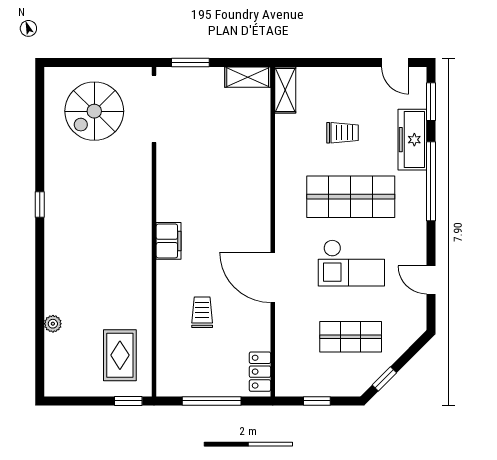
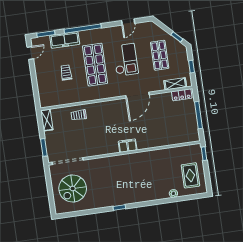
shelving: (285, 90) -> (175, 84), moved
spiral stairs: (94, 111) -> (73, 189), turned 90
trolley: (202, 312) -> (79, 115), moved
rug: (120, 355) -> (190, 175), moved, turned 90

